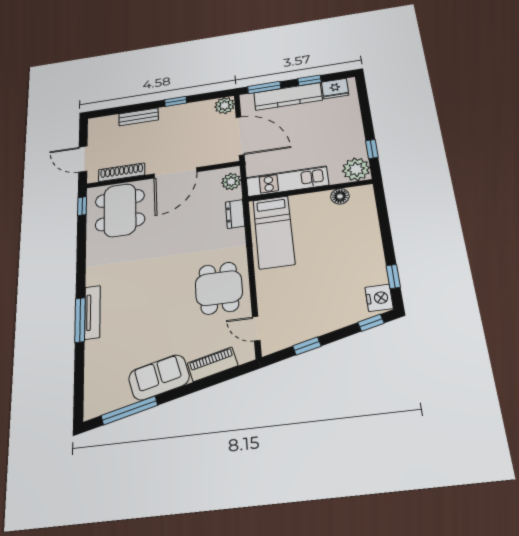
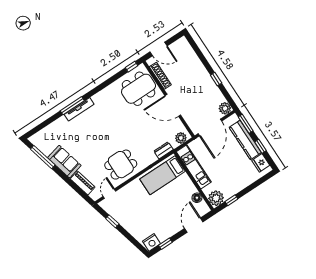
bench: (139, 117) -> (198, 64), removed
door: (83, 159) -> (158, 49), swing flipped
door: (384, 219) -> (194, 225), added
window: (371, 323) -> (137, 245), removed

